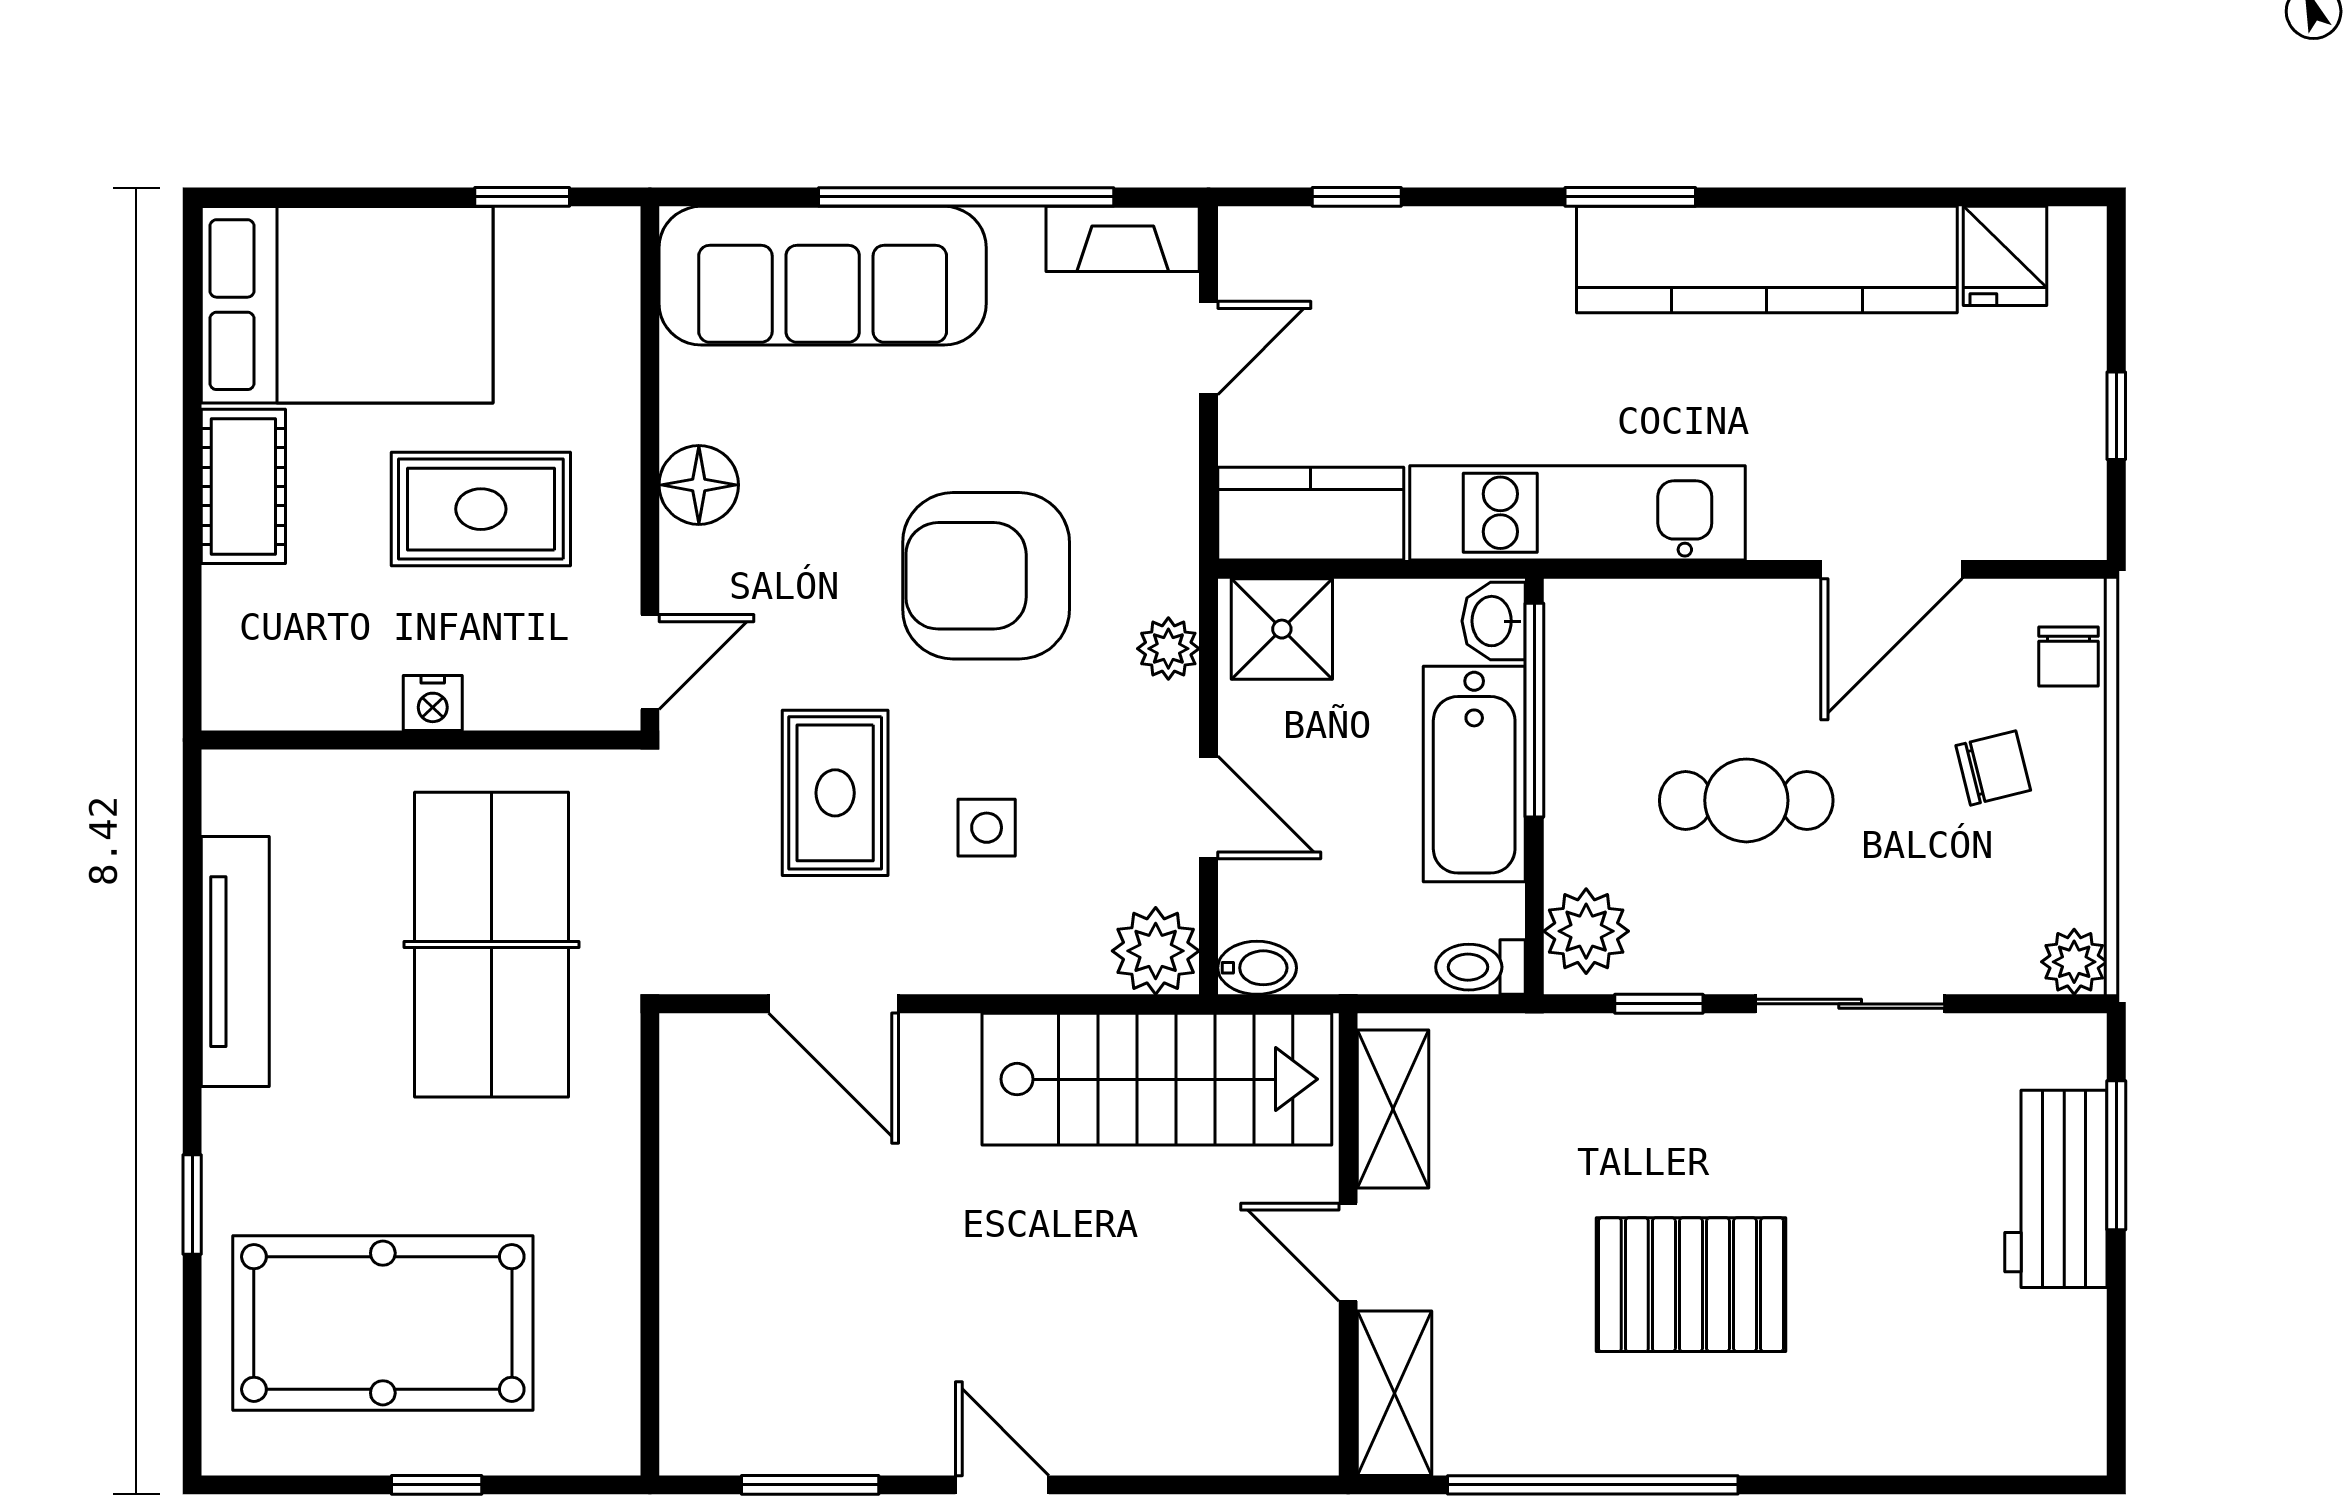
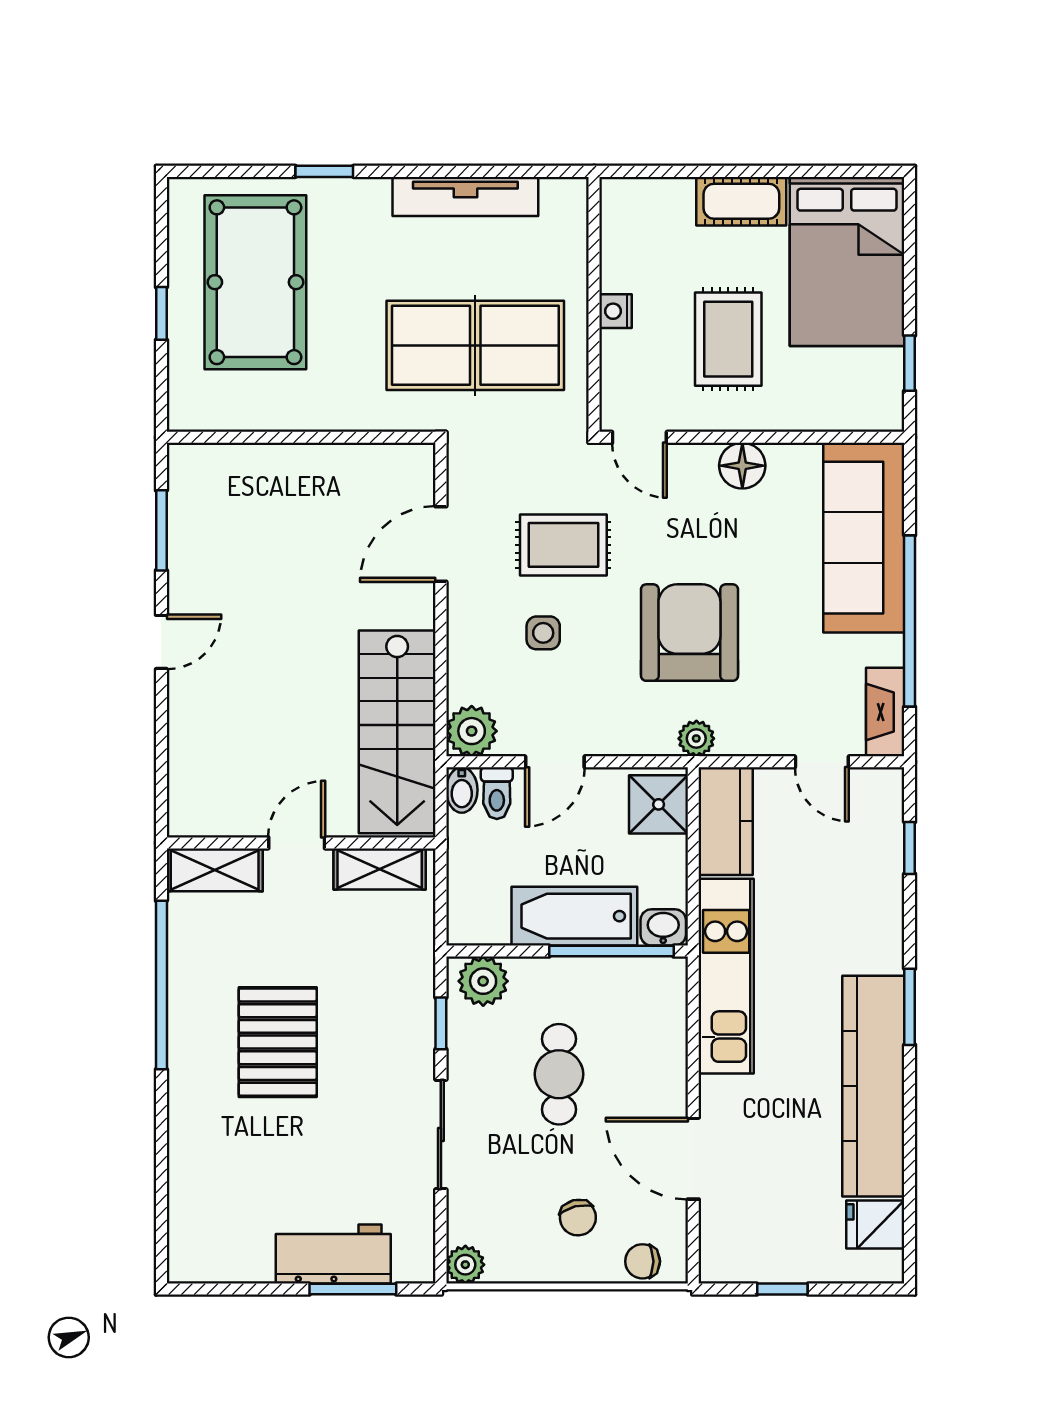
plant: (1168, 649) -> (696, 738), moved
toilet: (1480, 967) -> (497, 793), moved, turned 180

